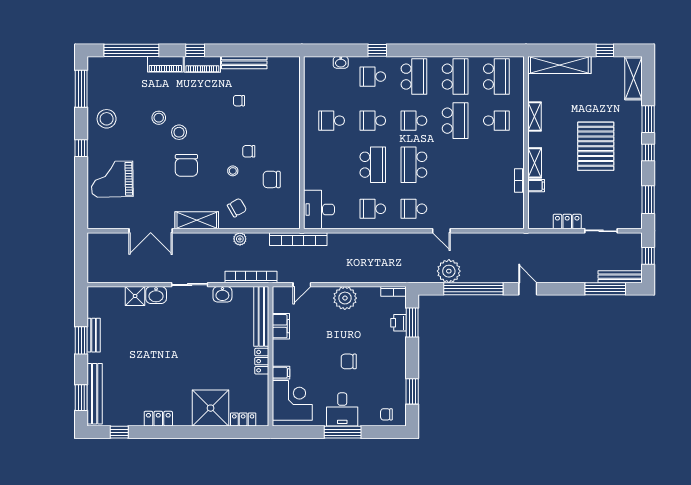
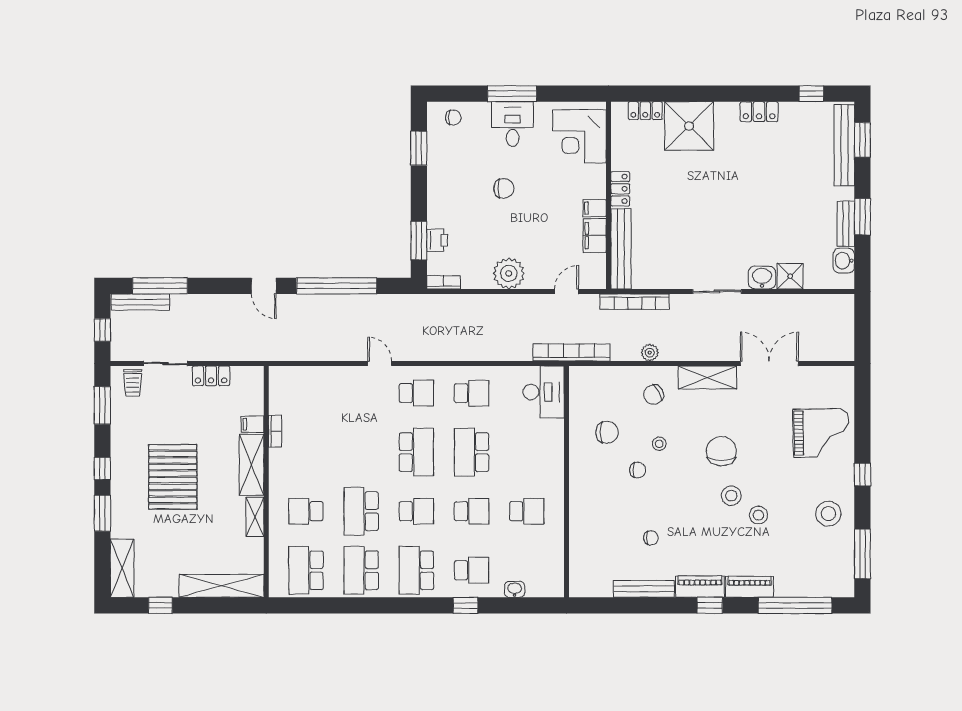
shelving: (535, 163) -> (252, 465), width x1.50, depth x1.33
trolley: (626, 216) -> (133, 383), added
plant: (449, 271) -> (370, 309), removed
washbasin: (222, 294) -> (844, 261), moved, turned -90
filing cabinet: (281, 373) -> (595, 208), moved

